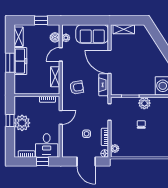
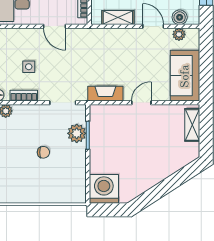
door: (110, 62) -> (141, 103), width x0.53
armchair: (77, 87) -> (101, 51), removed
plant: (144, 103) -> (77, 133), moved

